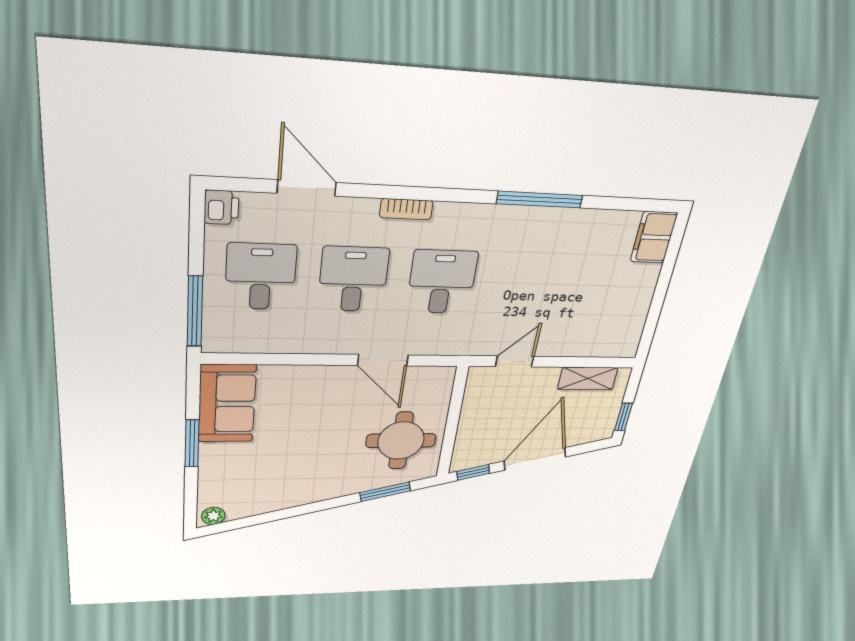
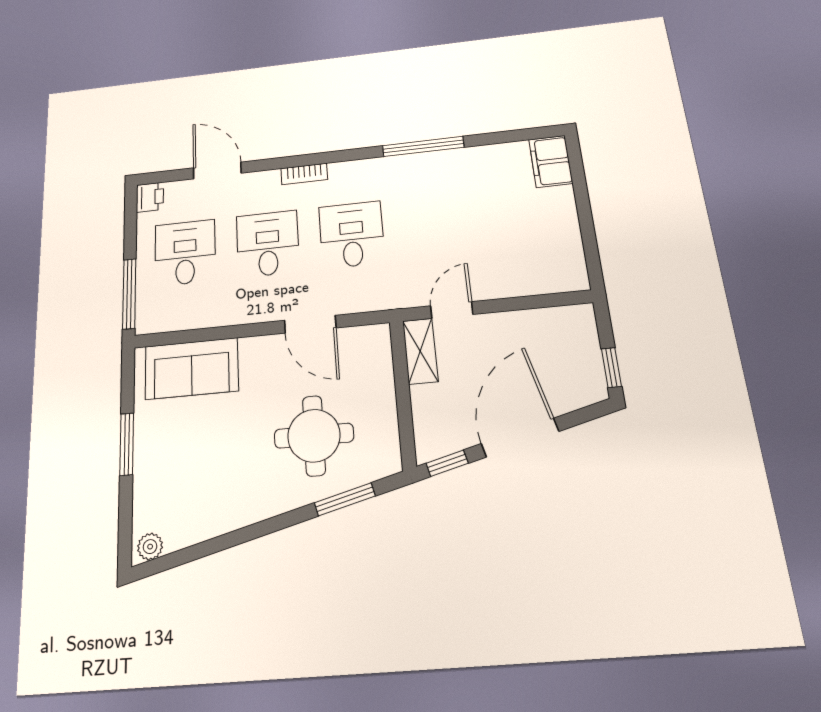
shelving: (588, 378) -> (420, 351), moved, turned 90
sofa: (227, 404) -> (192, 368), moved, turned 90
round table: (401, 441) -> (314, 436), moved

